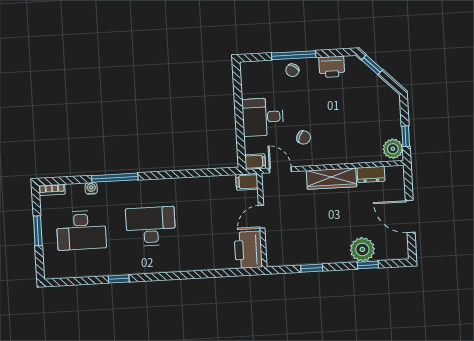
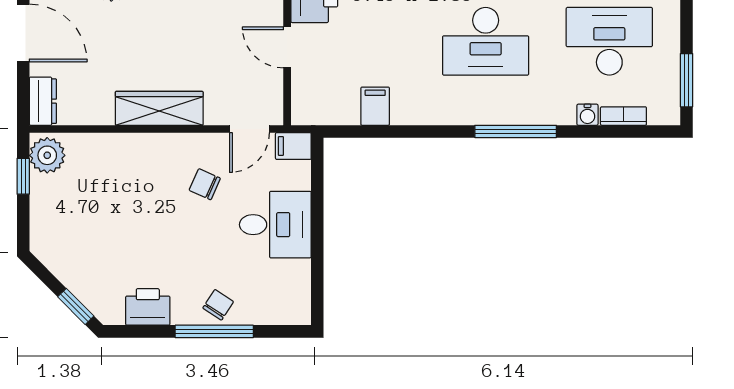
door: (280, 170) -> (249, 129), hinge flipped
dresser: (371, 174) -> (43, 101), moved, turned 90
window: (115, 178) -> (516, 131), moved
filing cabinet: (247, 182) -> (375, 106), moved, turned -90
bookcase: (52, 190) -> (623, 116), moved
door: (262, 217) -> (287, 47), swing flipped
window: (38, 231) -> (687, 80), moved

